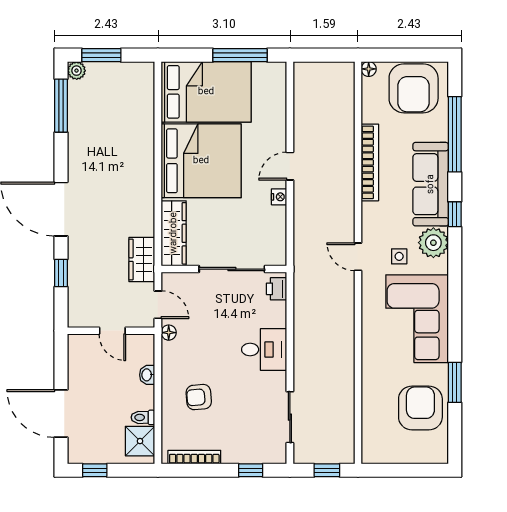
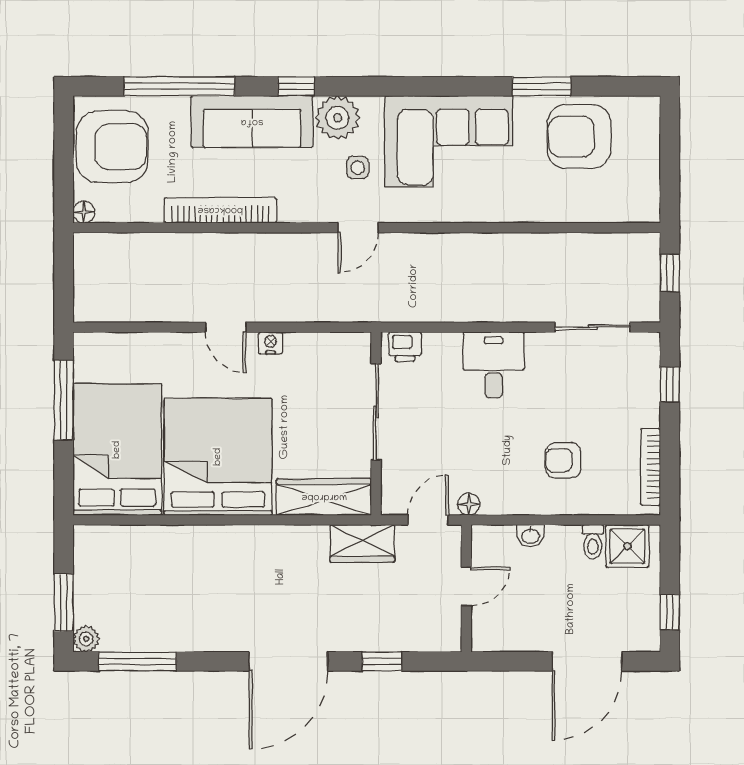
armchair: (199, 397) -> (563, 460), turned 95

